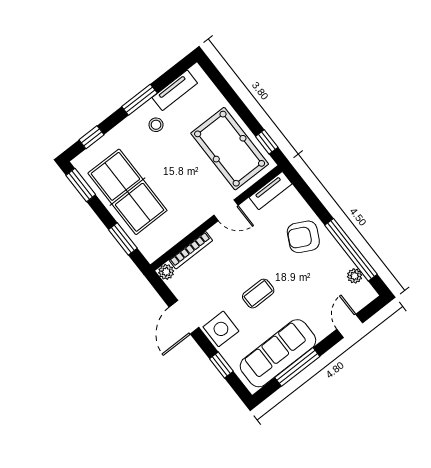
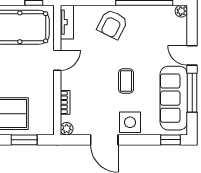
bookcase: (191, 250) -> (65, 102), width x0.64
plant: (355, 276) -> (181, 11), moved
door: (350, 326) -> (192, 55), moved
window: (221, 365) -> (171, 140), moved

